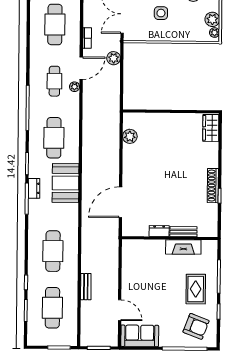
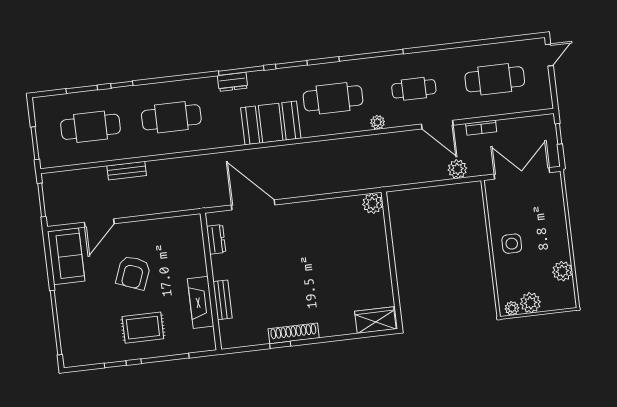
side table: (161, 13) -> (512, 244), moved
plant: (75, 87) -> (378, 122), moved
plant: (130, 136) -> (373, 203), moved
dresser: (34, 188) -> (233, 82), moved
dresser: (159, 231) -> (216, 239), moved
armchair: (196, 326) -> (133, 273), moved

